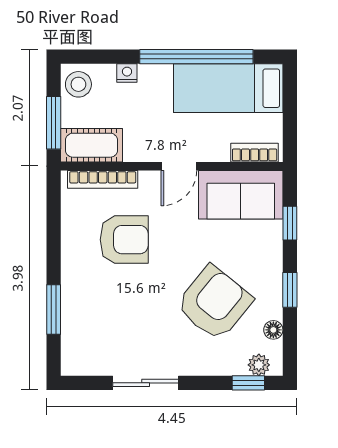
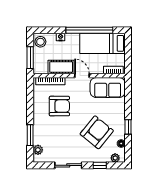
cot: (92, 145) -> (61, 67), moved
door: (179, 166) -> (82, 76), swing flipped
window: (290, 223) -> (128, 99), removed
plant: (72, 345) -> (38, 150), added
window: (248, 383) -> (100, 165), moved

